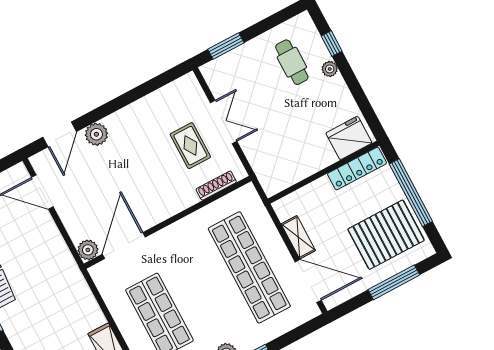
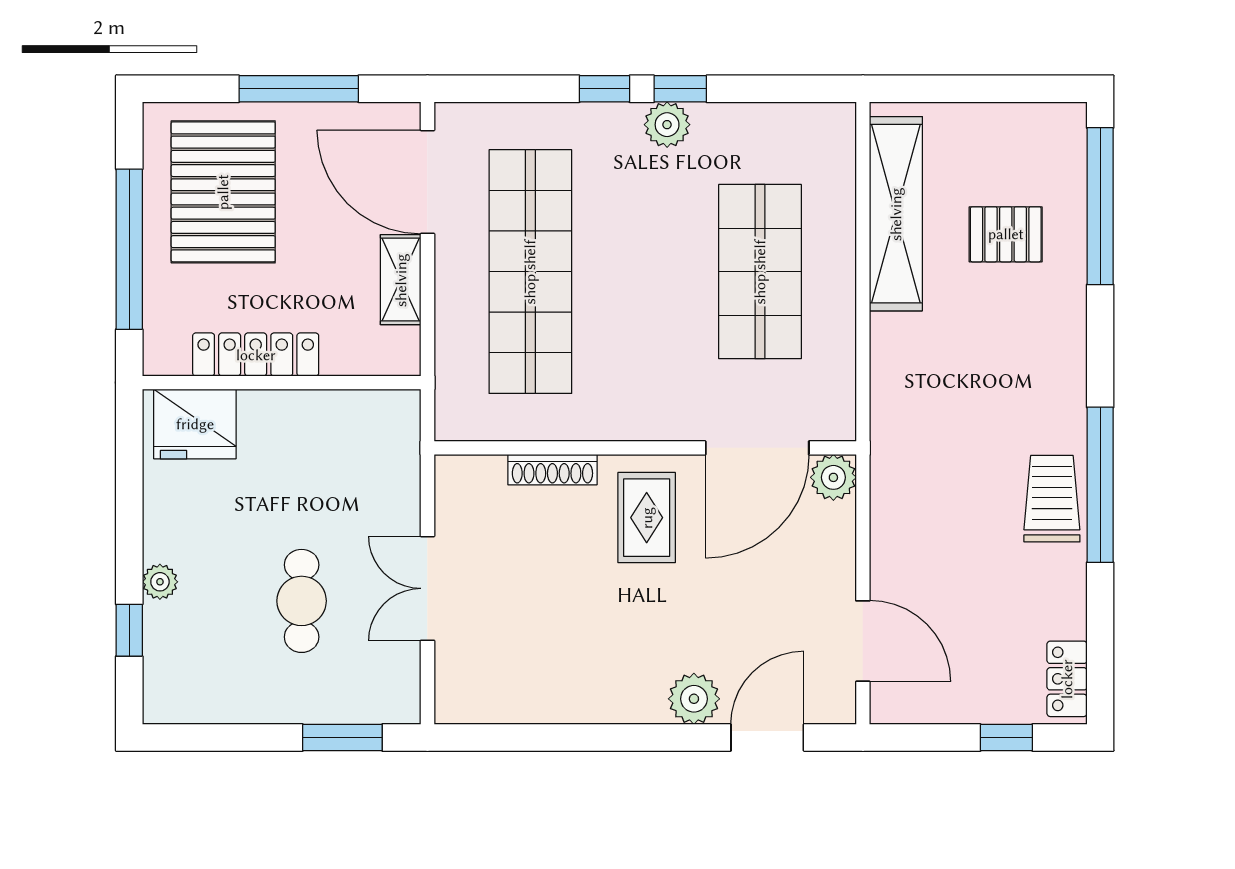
cafe table: (292, 62) -> (302, 601), moved
rug: (190, 146) -> (647, 518), moved
locker: (357, 168) -> (256, 355), moved
shoe rack: (216, 186) -> (552, 470), moved
pallet: (386, 235) -> (223, 192), turned 90
window: (394, 282) -> (299, 89), moved

